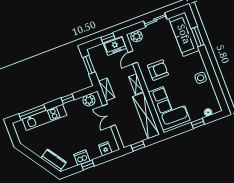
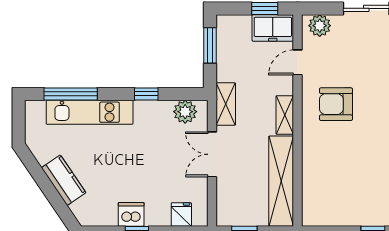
armchair: (158, 70) -> (336, 104), turned 180
corner sofa: (169, 106) -> (331, 180), removed
kitchen counter: (54, 160) -> (64, 180), moved

